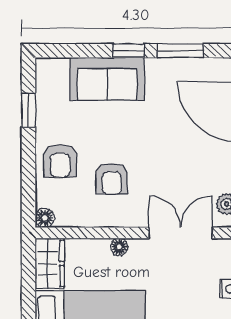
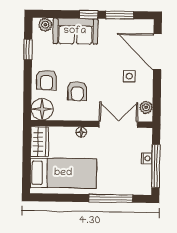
plant: (57, 69) -> (45, 25), added
side table: (198, 153) -> (129, 76), added
floor lamp: (45, 218) -> (42, 109), width x1.89, depth x1.89

